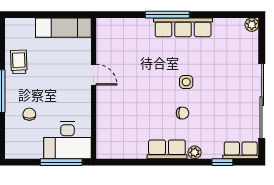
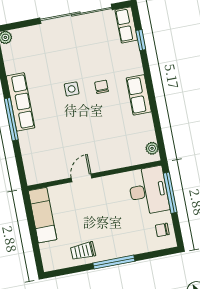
chair: (29, 114) -> (162, 230), moved
plant: (195, 152) -> (152, 148), moved

